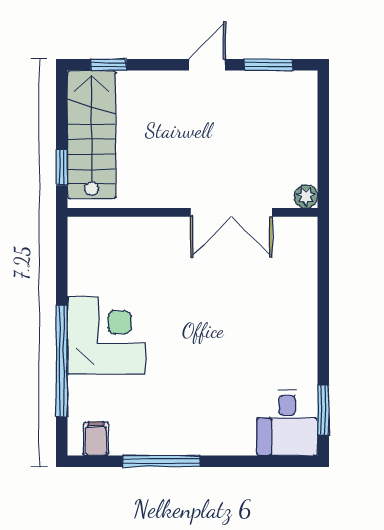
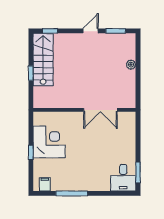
plant: (306, 196) -> (131, 65), moved
wall: (192, 212) -> (84, 110), moved
double door: (231, 212) -> (100, 110), moved
window: (62, 361) -> (31, 152), width x0.32

